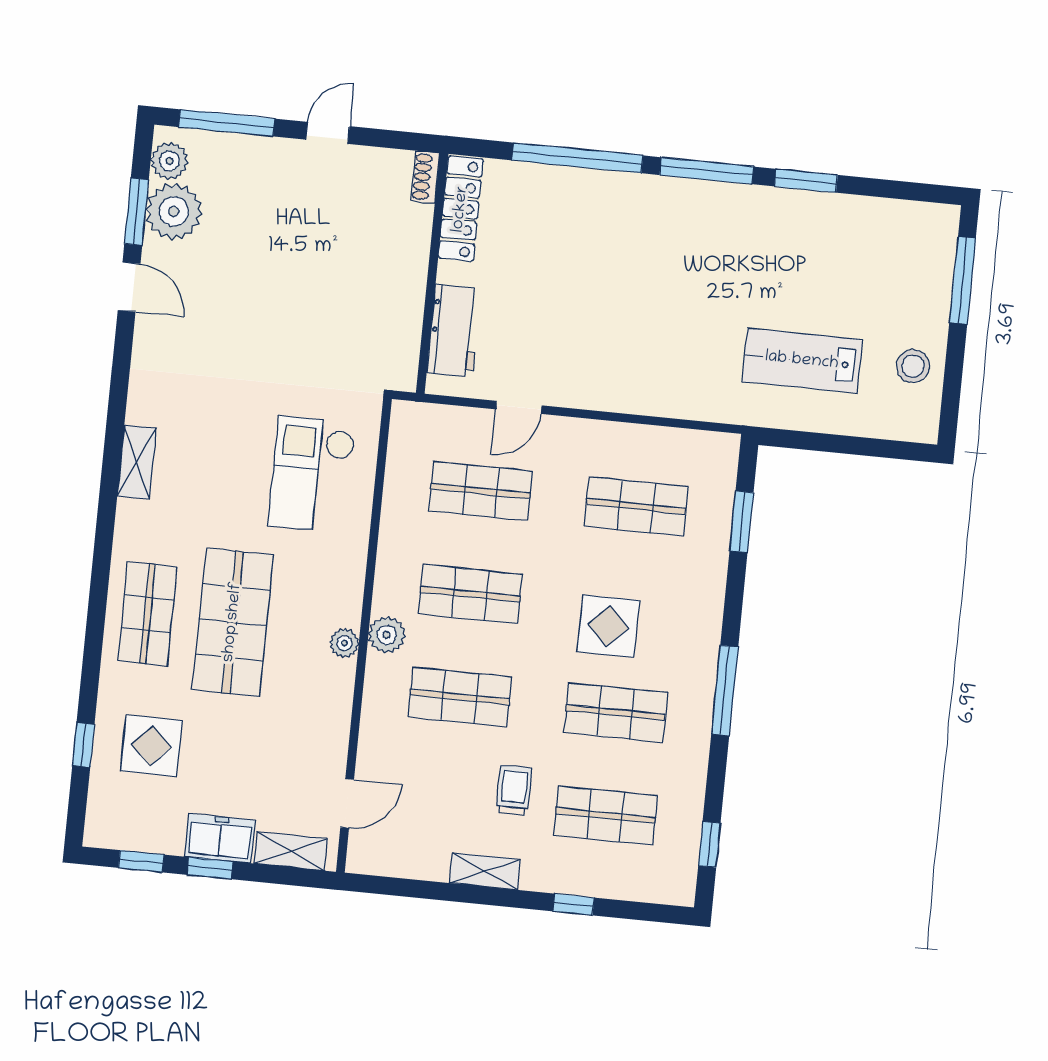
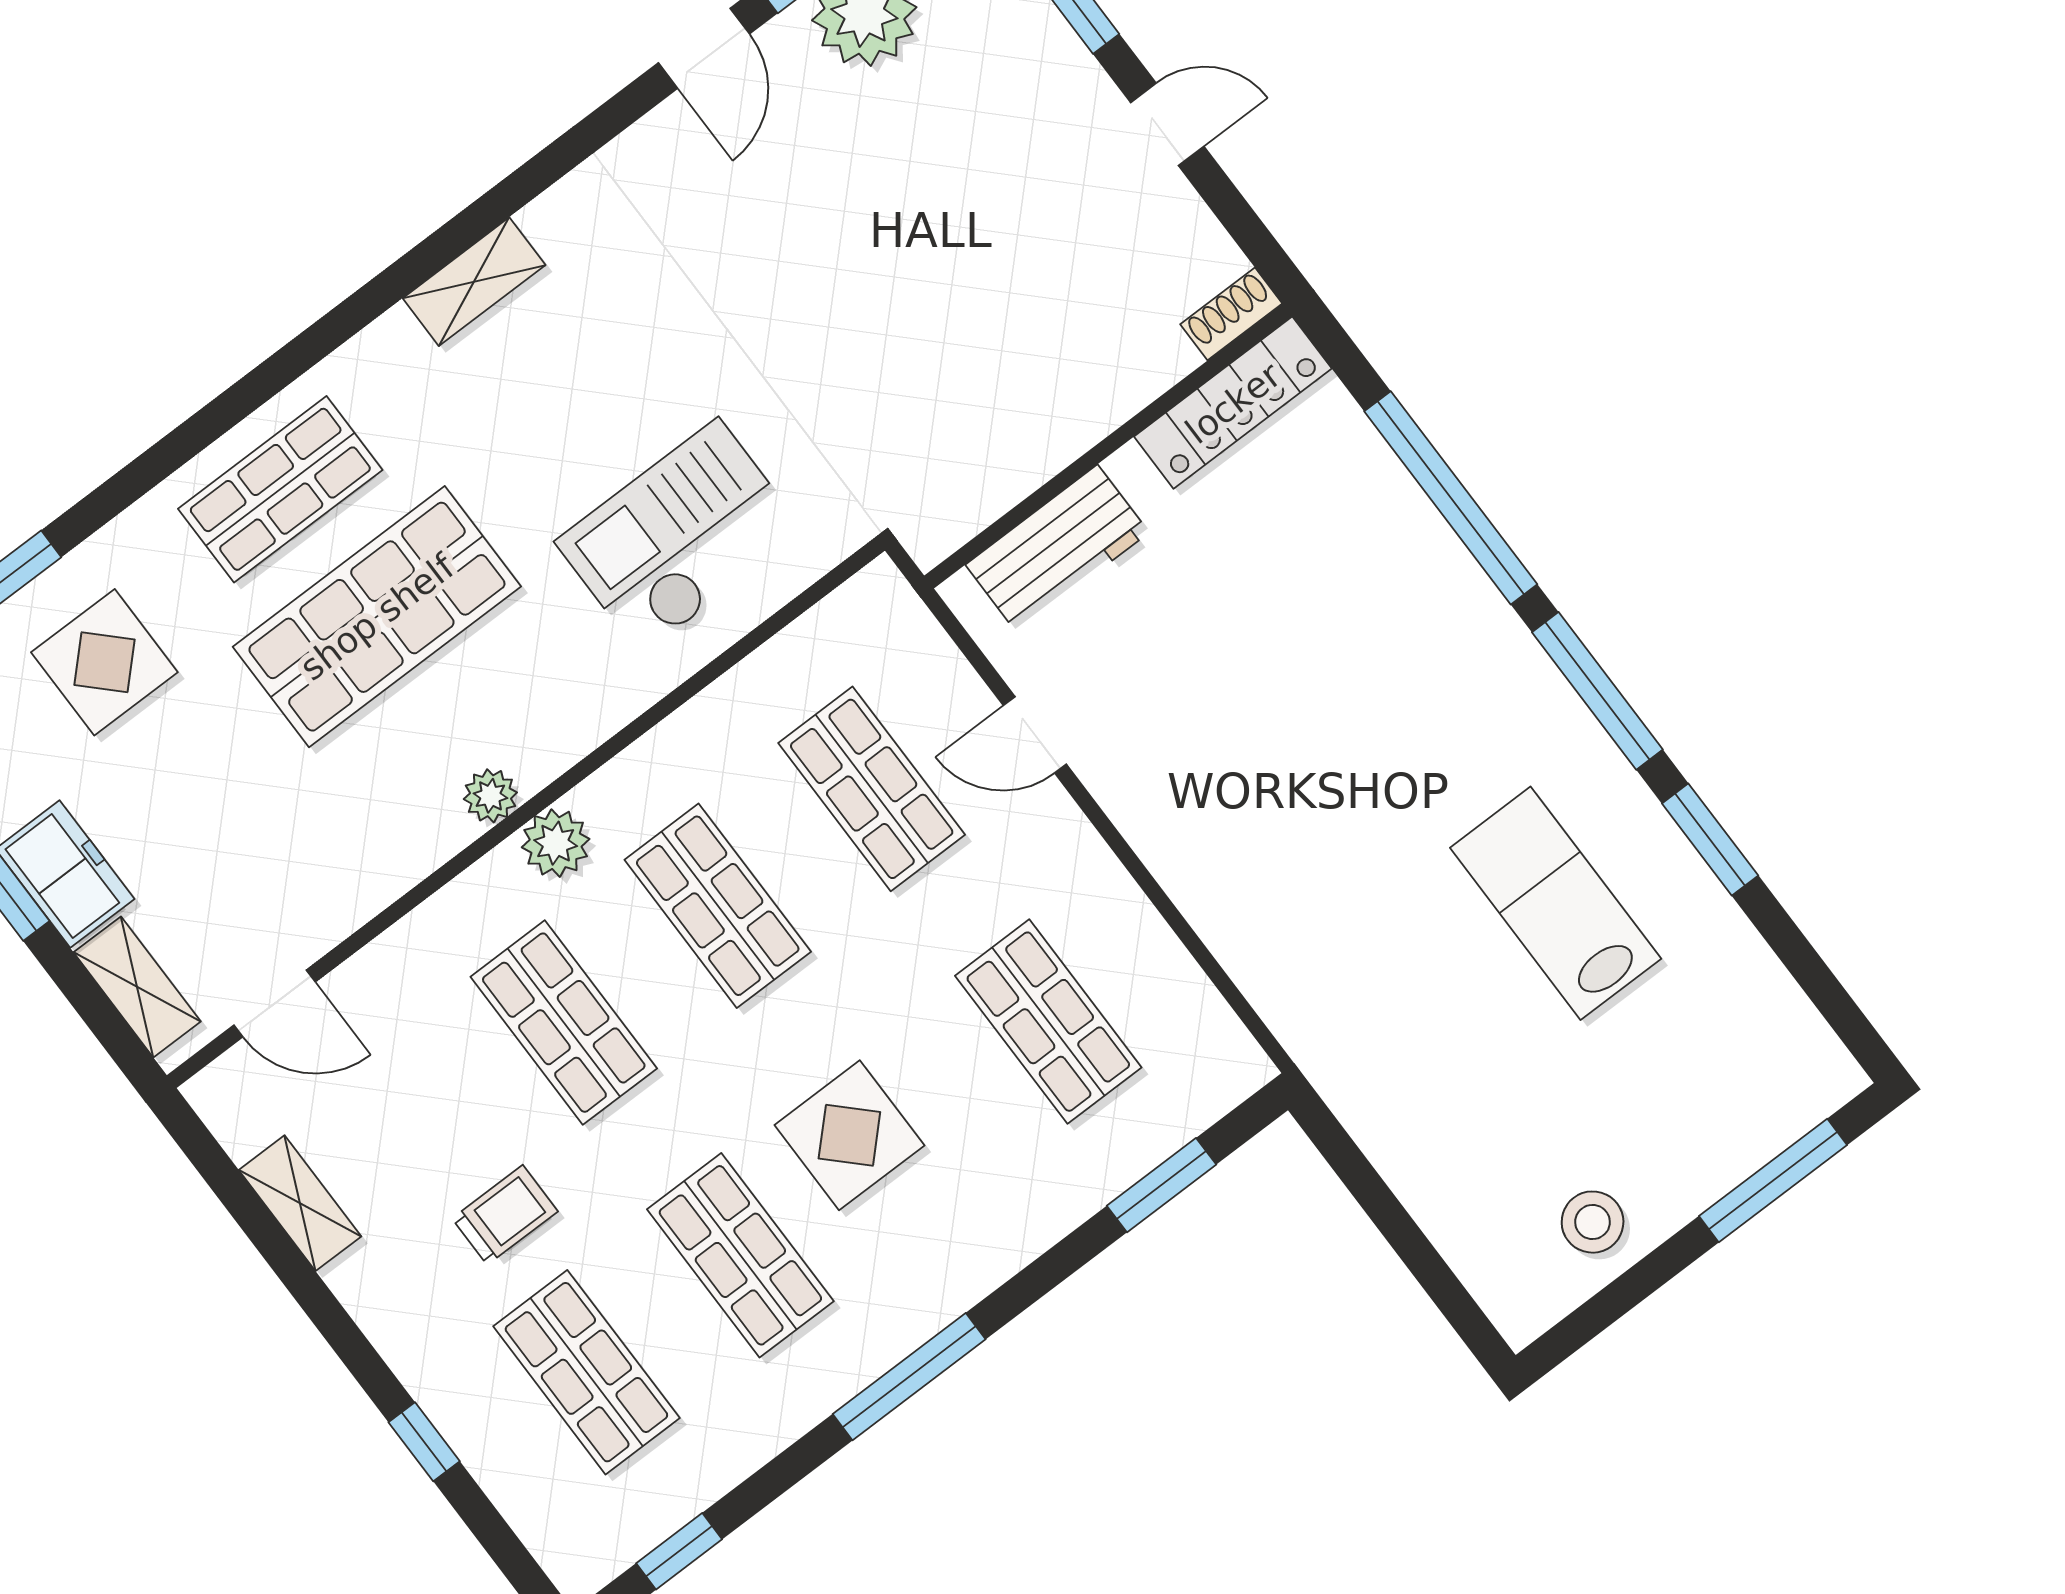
lab bench: (802, 361) -> (1556, 903), moved
shelving: (485, 871) -> (300, 1203), moved

